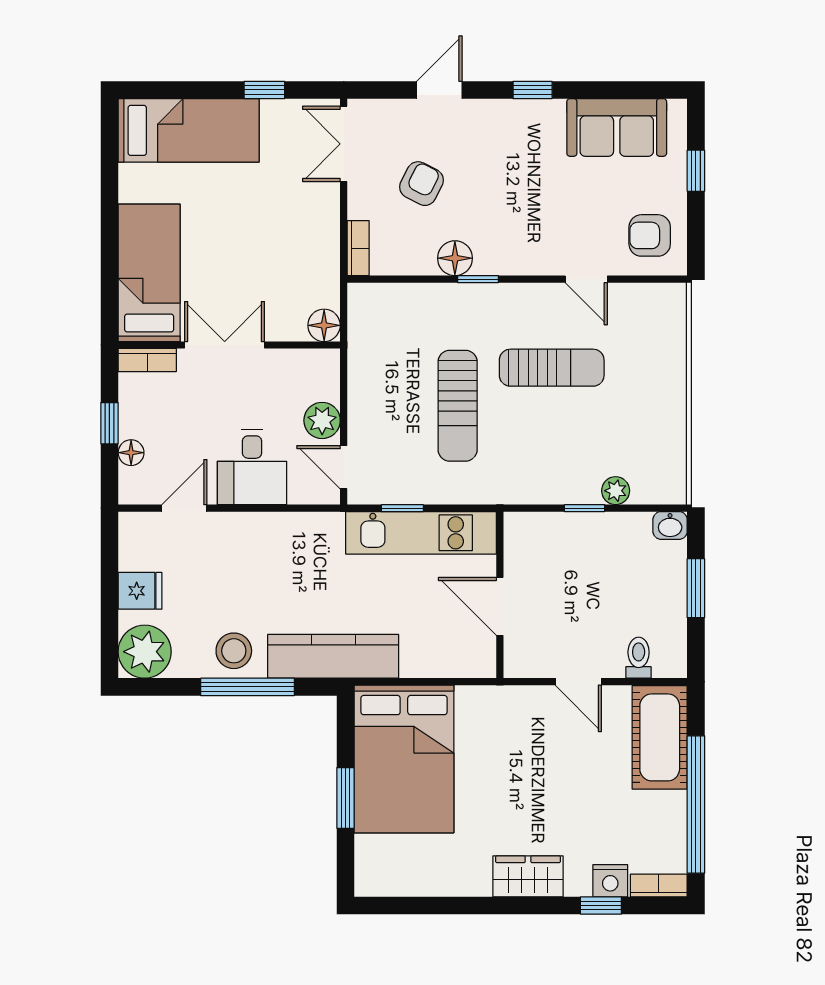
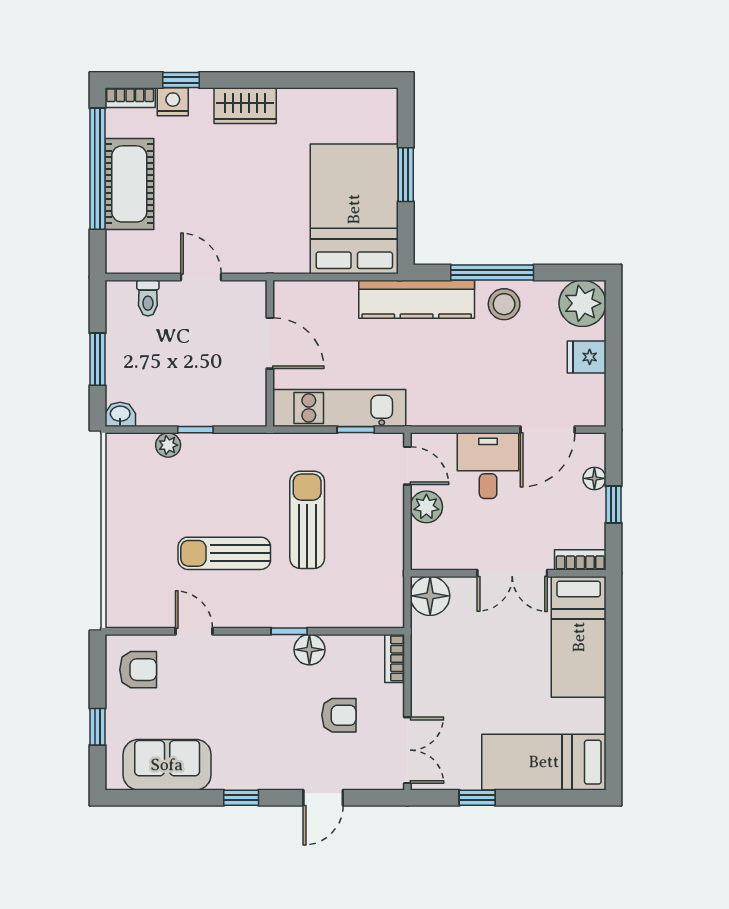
armchair: (422, 184) -> (339, 715), turned -117
floor lamp: (324, 325) -> (430, 596), width x1.38, depth x1.38
door: (184, 508) -> (548, 430), width x1.38
cot: (660, 737) -> (129, 184), moved

